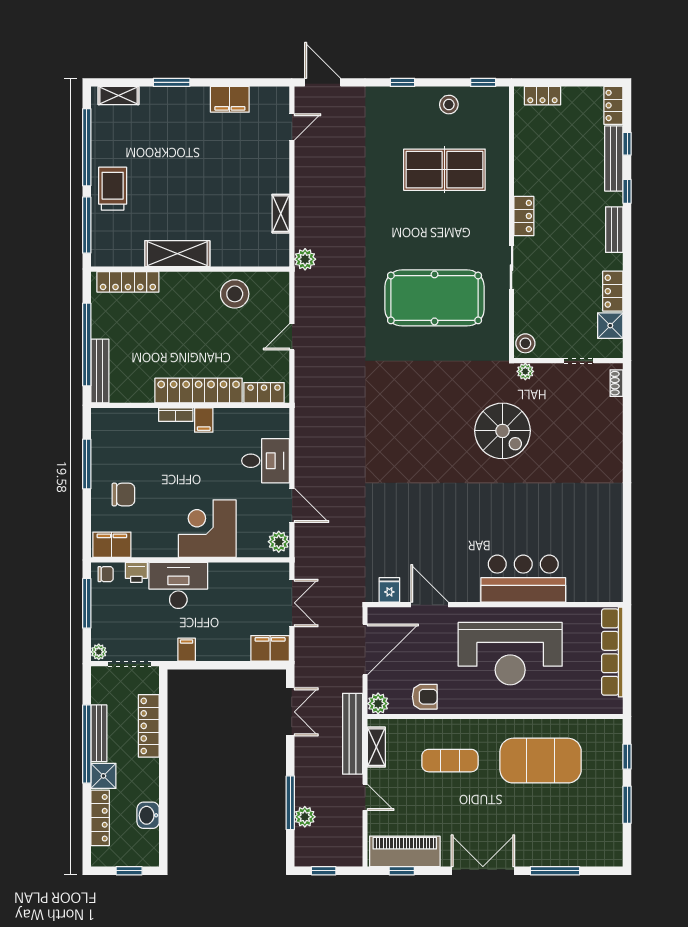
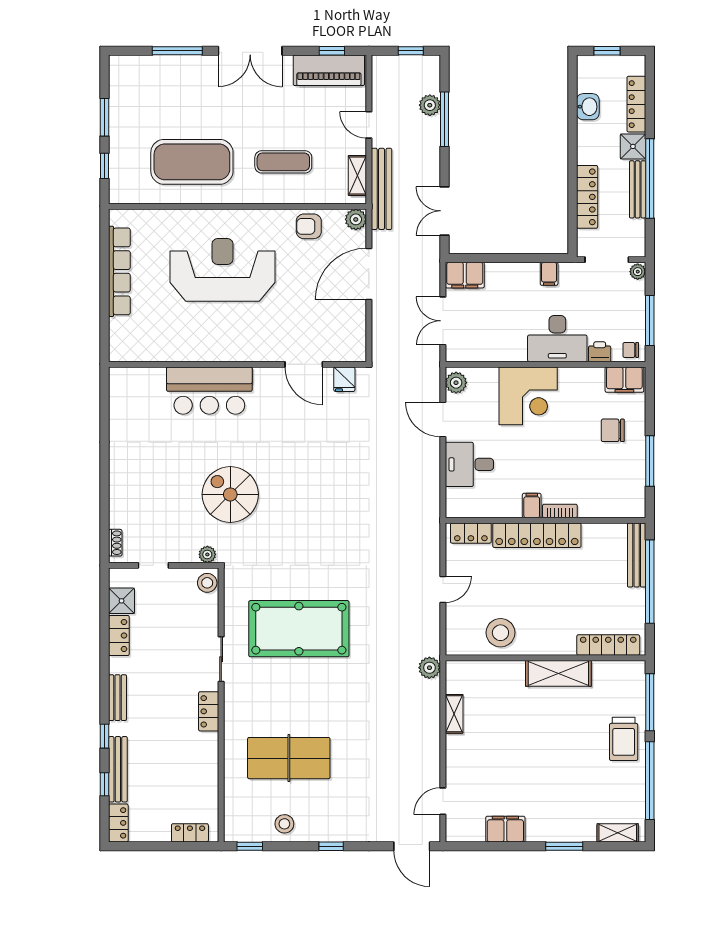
bar counter: (523, 579) -> (209, 391), moved
fridge: (389, 590) -> (344, 379), moved
door: (430, 605) -> (304, 364), moved
wall: (495, 605) -> (238, 364), moved

